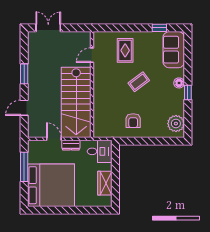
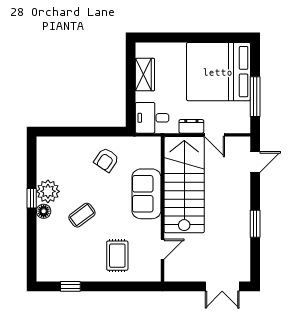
sofa: (174, 50) -> (146, 194), moved, turned 180
coffee table: (139, 82) -> (82, 215), moved
door: (24, 108) -> (255, 162), moved
armchair: (133, 121) -> (106, 160), turned -146
plant: (176, 124) -> (48, 191), moved

